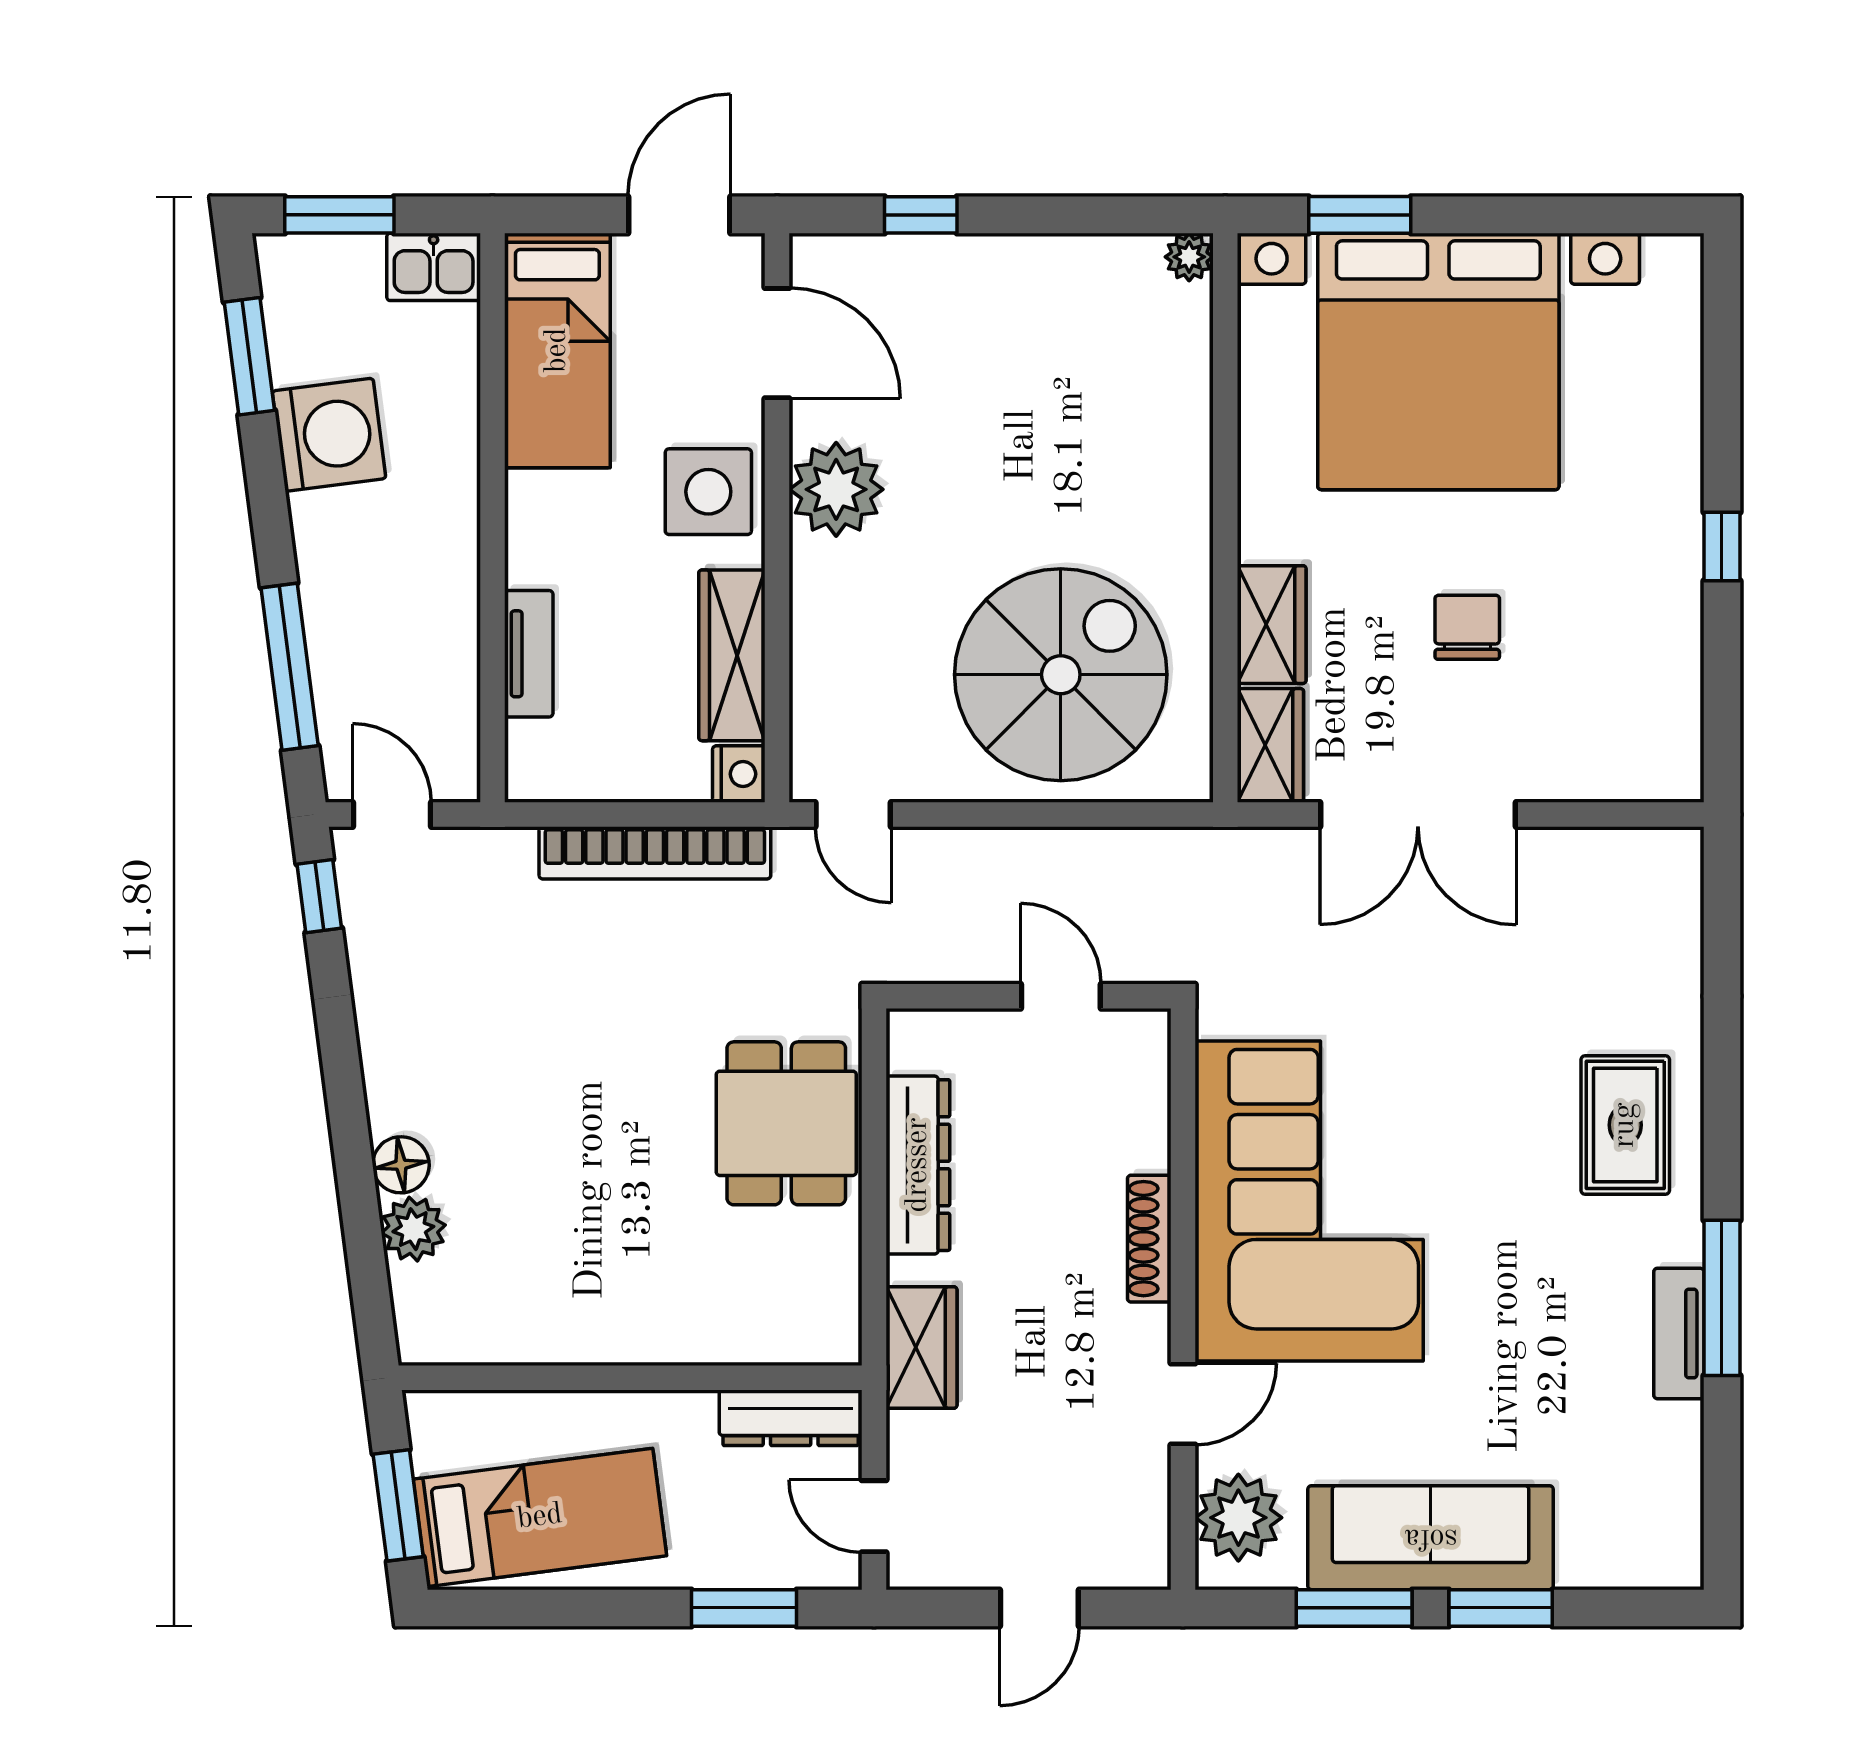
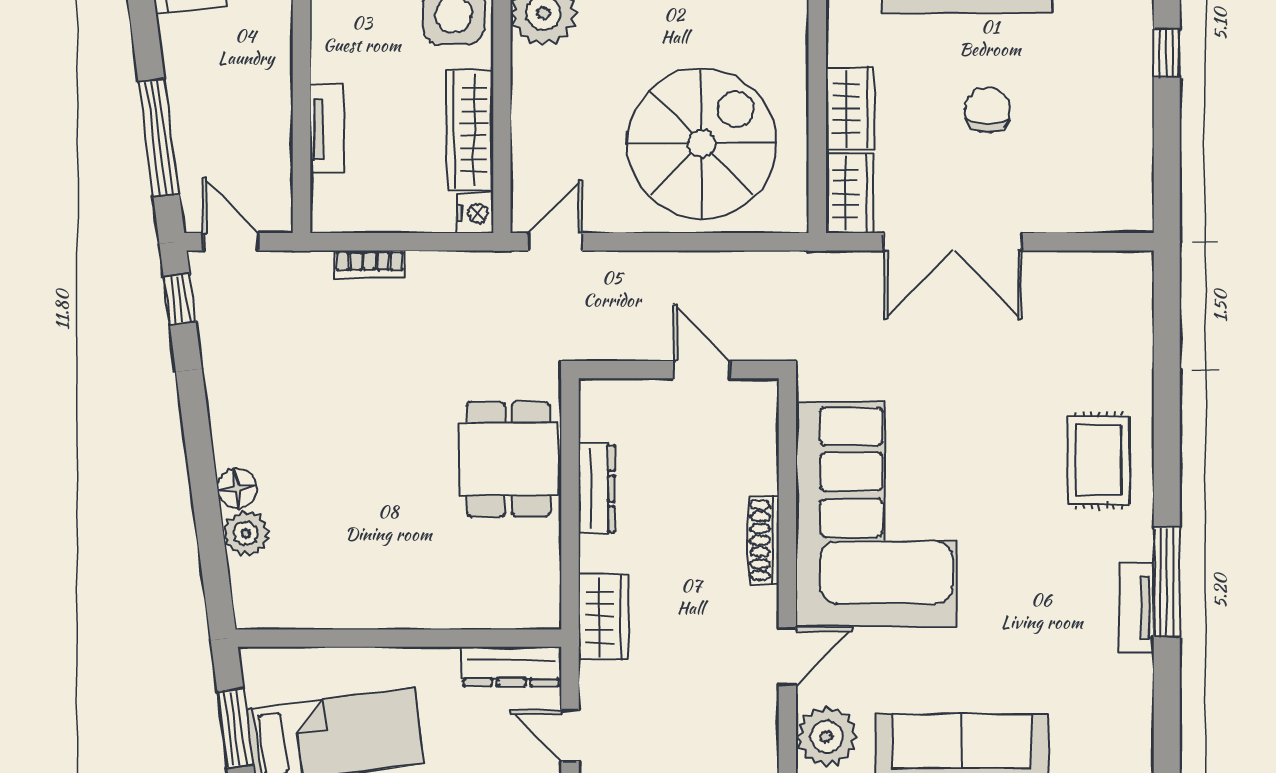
door: (853, 814) -> (555, 242), swing flipped
bookcase: (655, 853) -> (370, 264), width x0.43, depth x0.76
dresser: (918, 1165) -> (597, 488), width x0.73, depth x0.80

